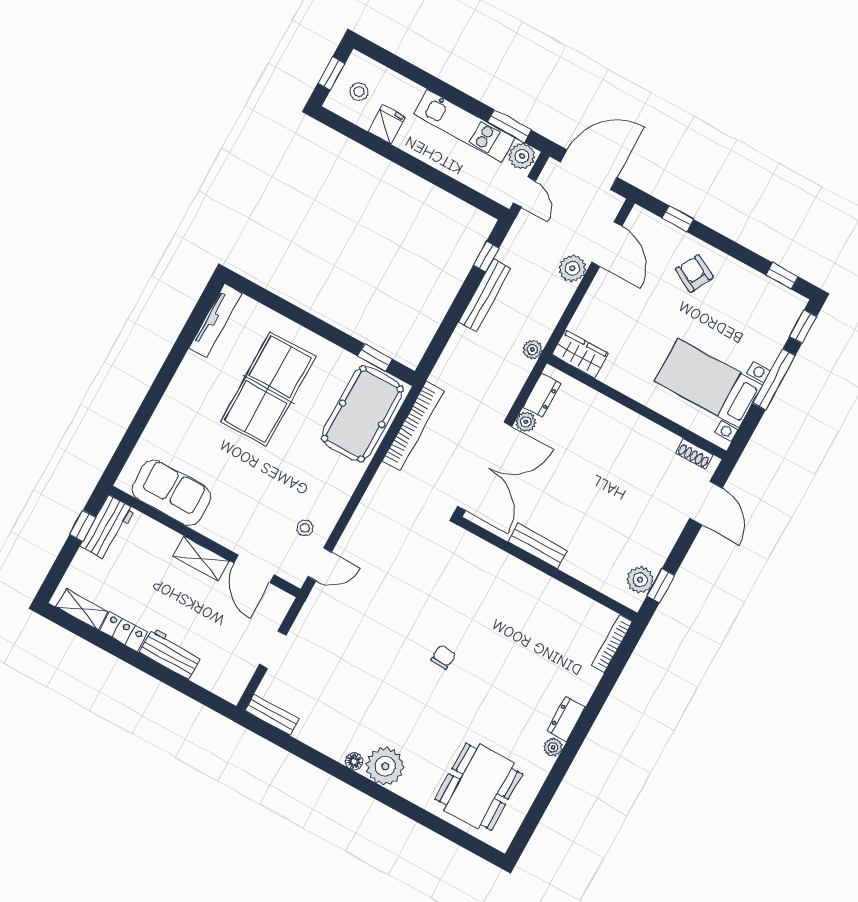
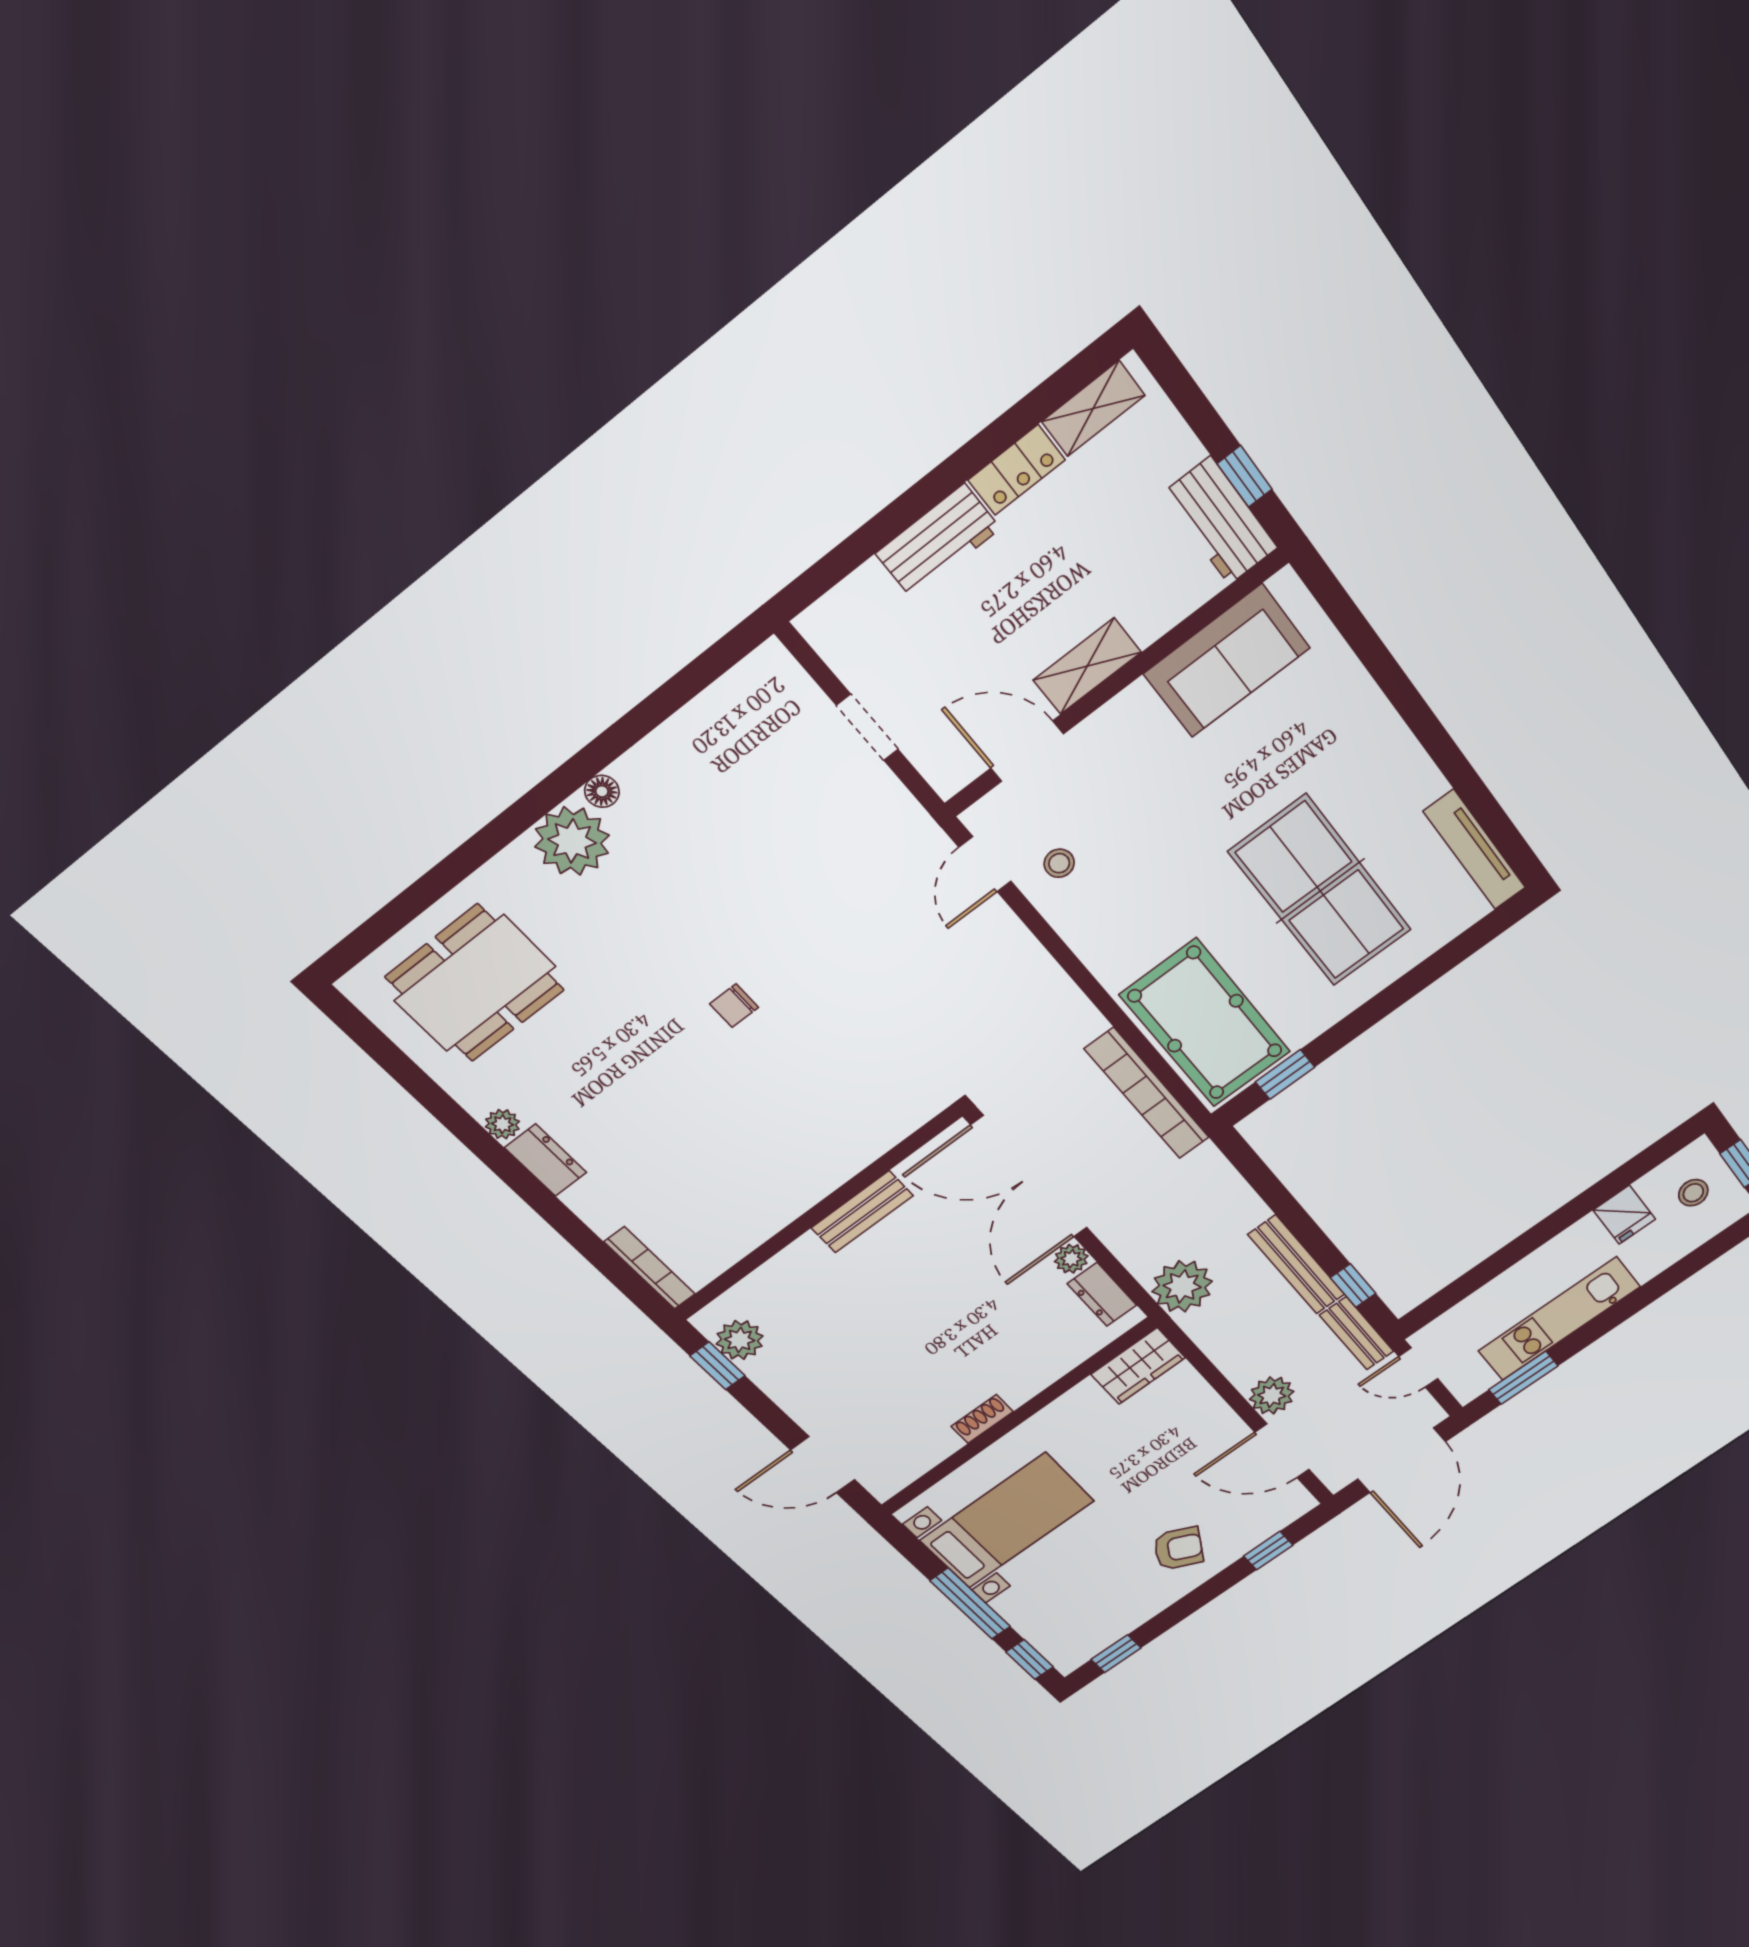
plant: (522, 156) -> (1471, 1381), removed
plant: (532, 350) -> (1182, 1286), width x1.88, depth x1.88
shoe rack: (695, 454) -> (982, 1419), moved
chair: (443, 657) -> (734, 1006), turned 85
bench: (272, 715) -> (1357, 1333), moved, turned 90
dining table: (479, 787) -> (475, 983), turned 90

